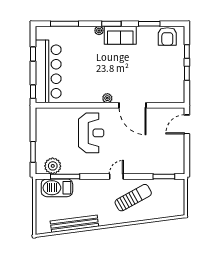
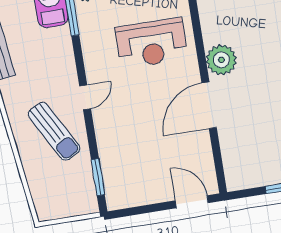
plant: (107, 98) -> (221, 60), width x1.87, depth x1.87
door: (116, 176) -> (85, 97), hinge flipped

